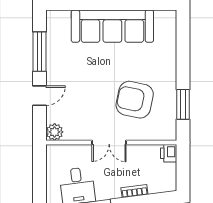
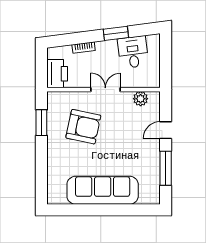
plant: (55, 132) -> (141, 99), moved
printer: (169, 153) -> (57, 74), width x1.87, depth x1.48

